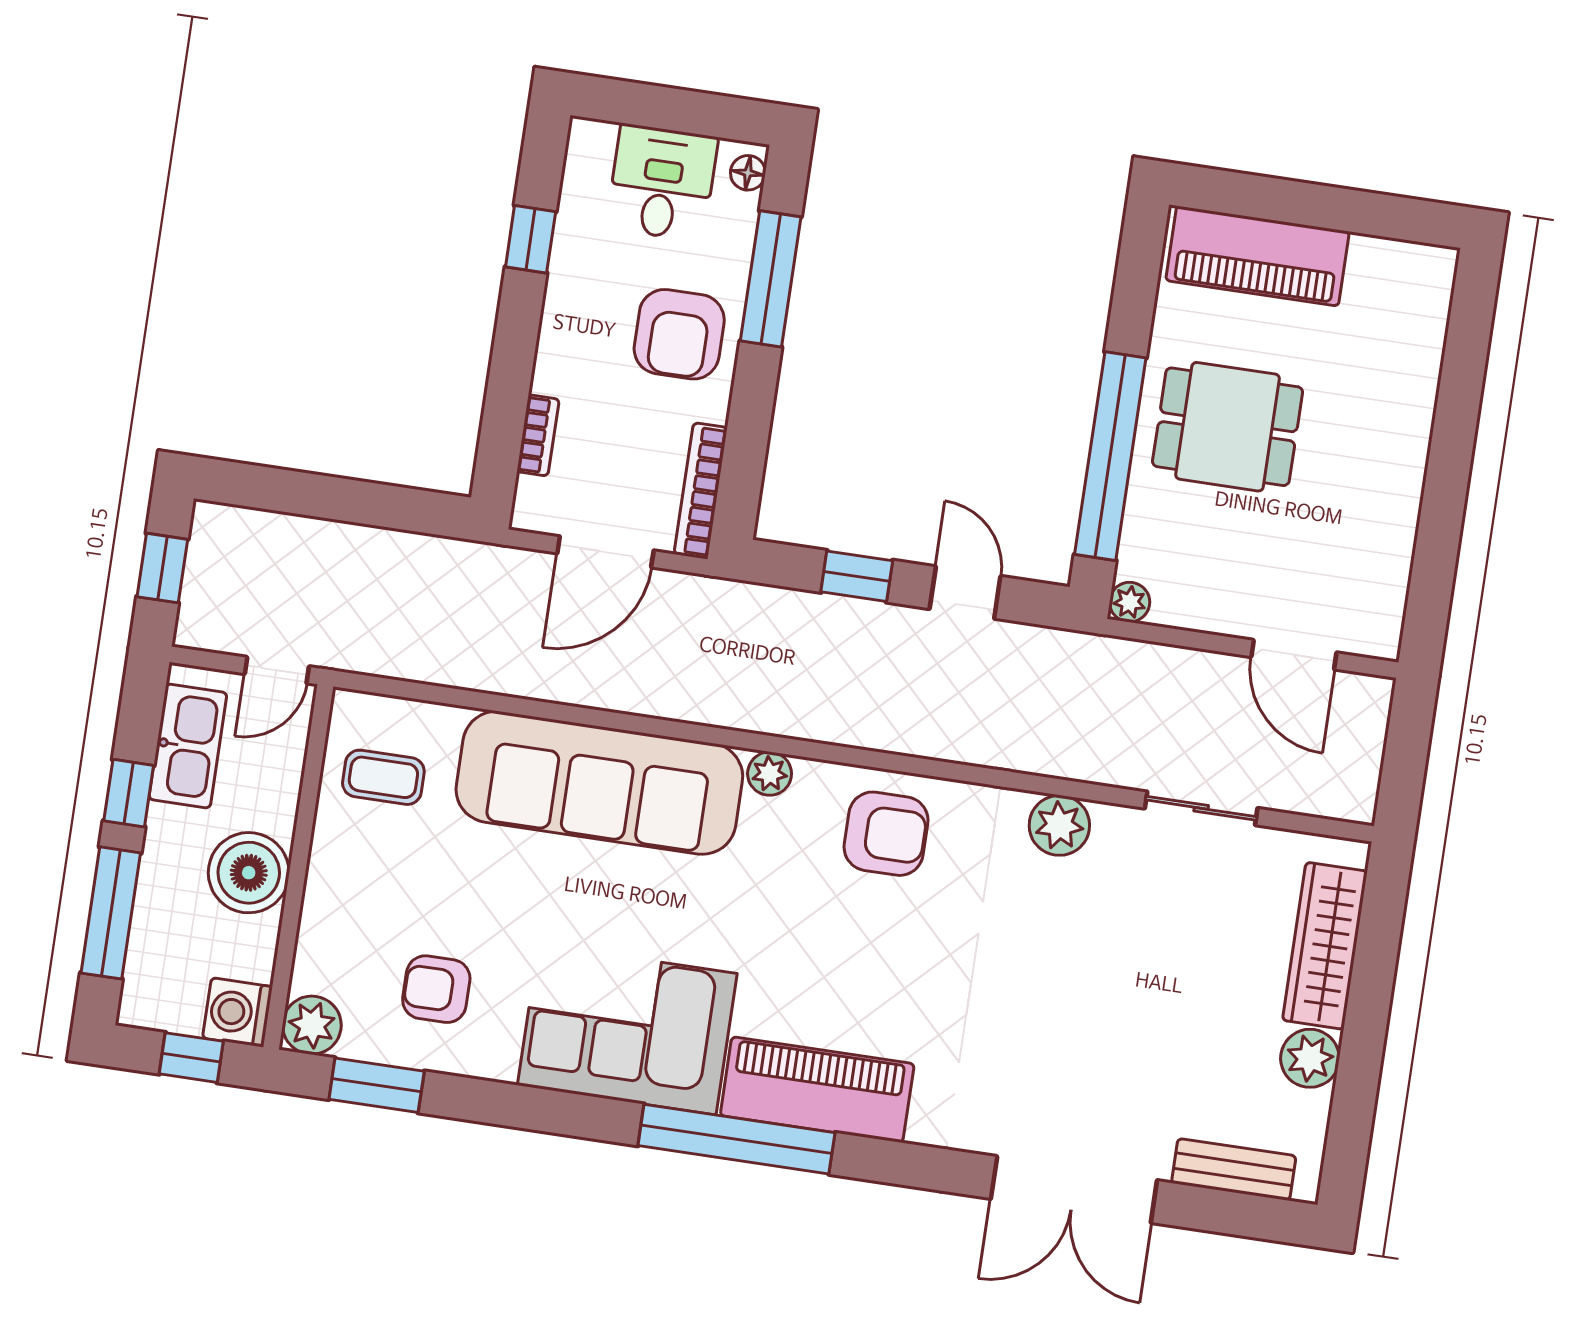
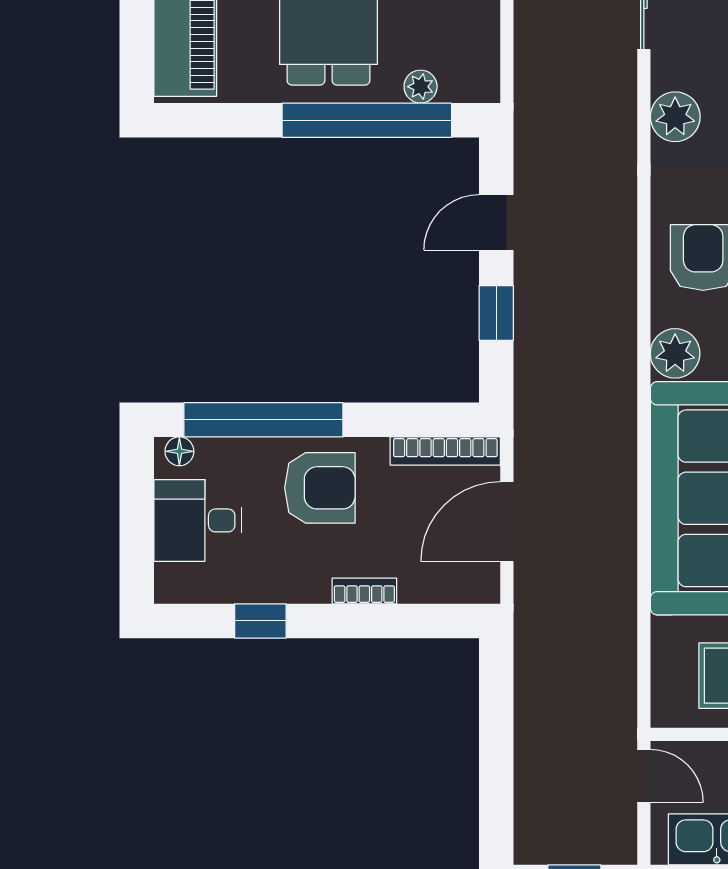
window: (771, 279) -> (263, 420), width x1.46
bookcase: (538, 435) -> (364, 591), moved
door: (605, 552) -> (507, 522), swing flipped
plant: (1130, 602) -> (421, 87), moved
plant: (770, 774) -> (675, 353), width x1.38, depth x1.38

